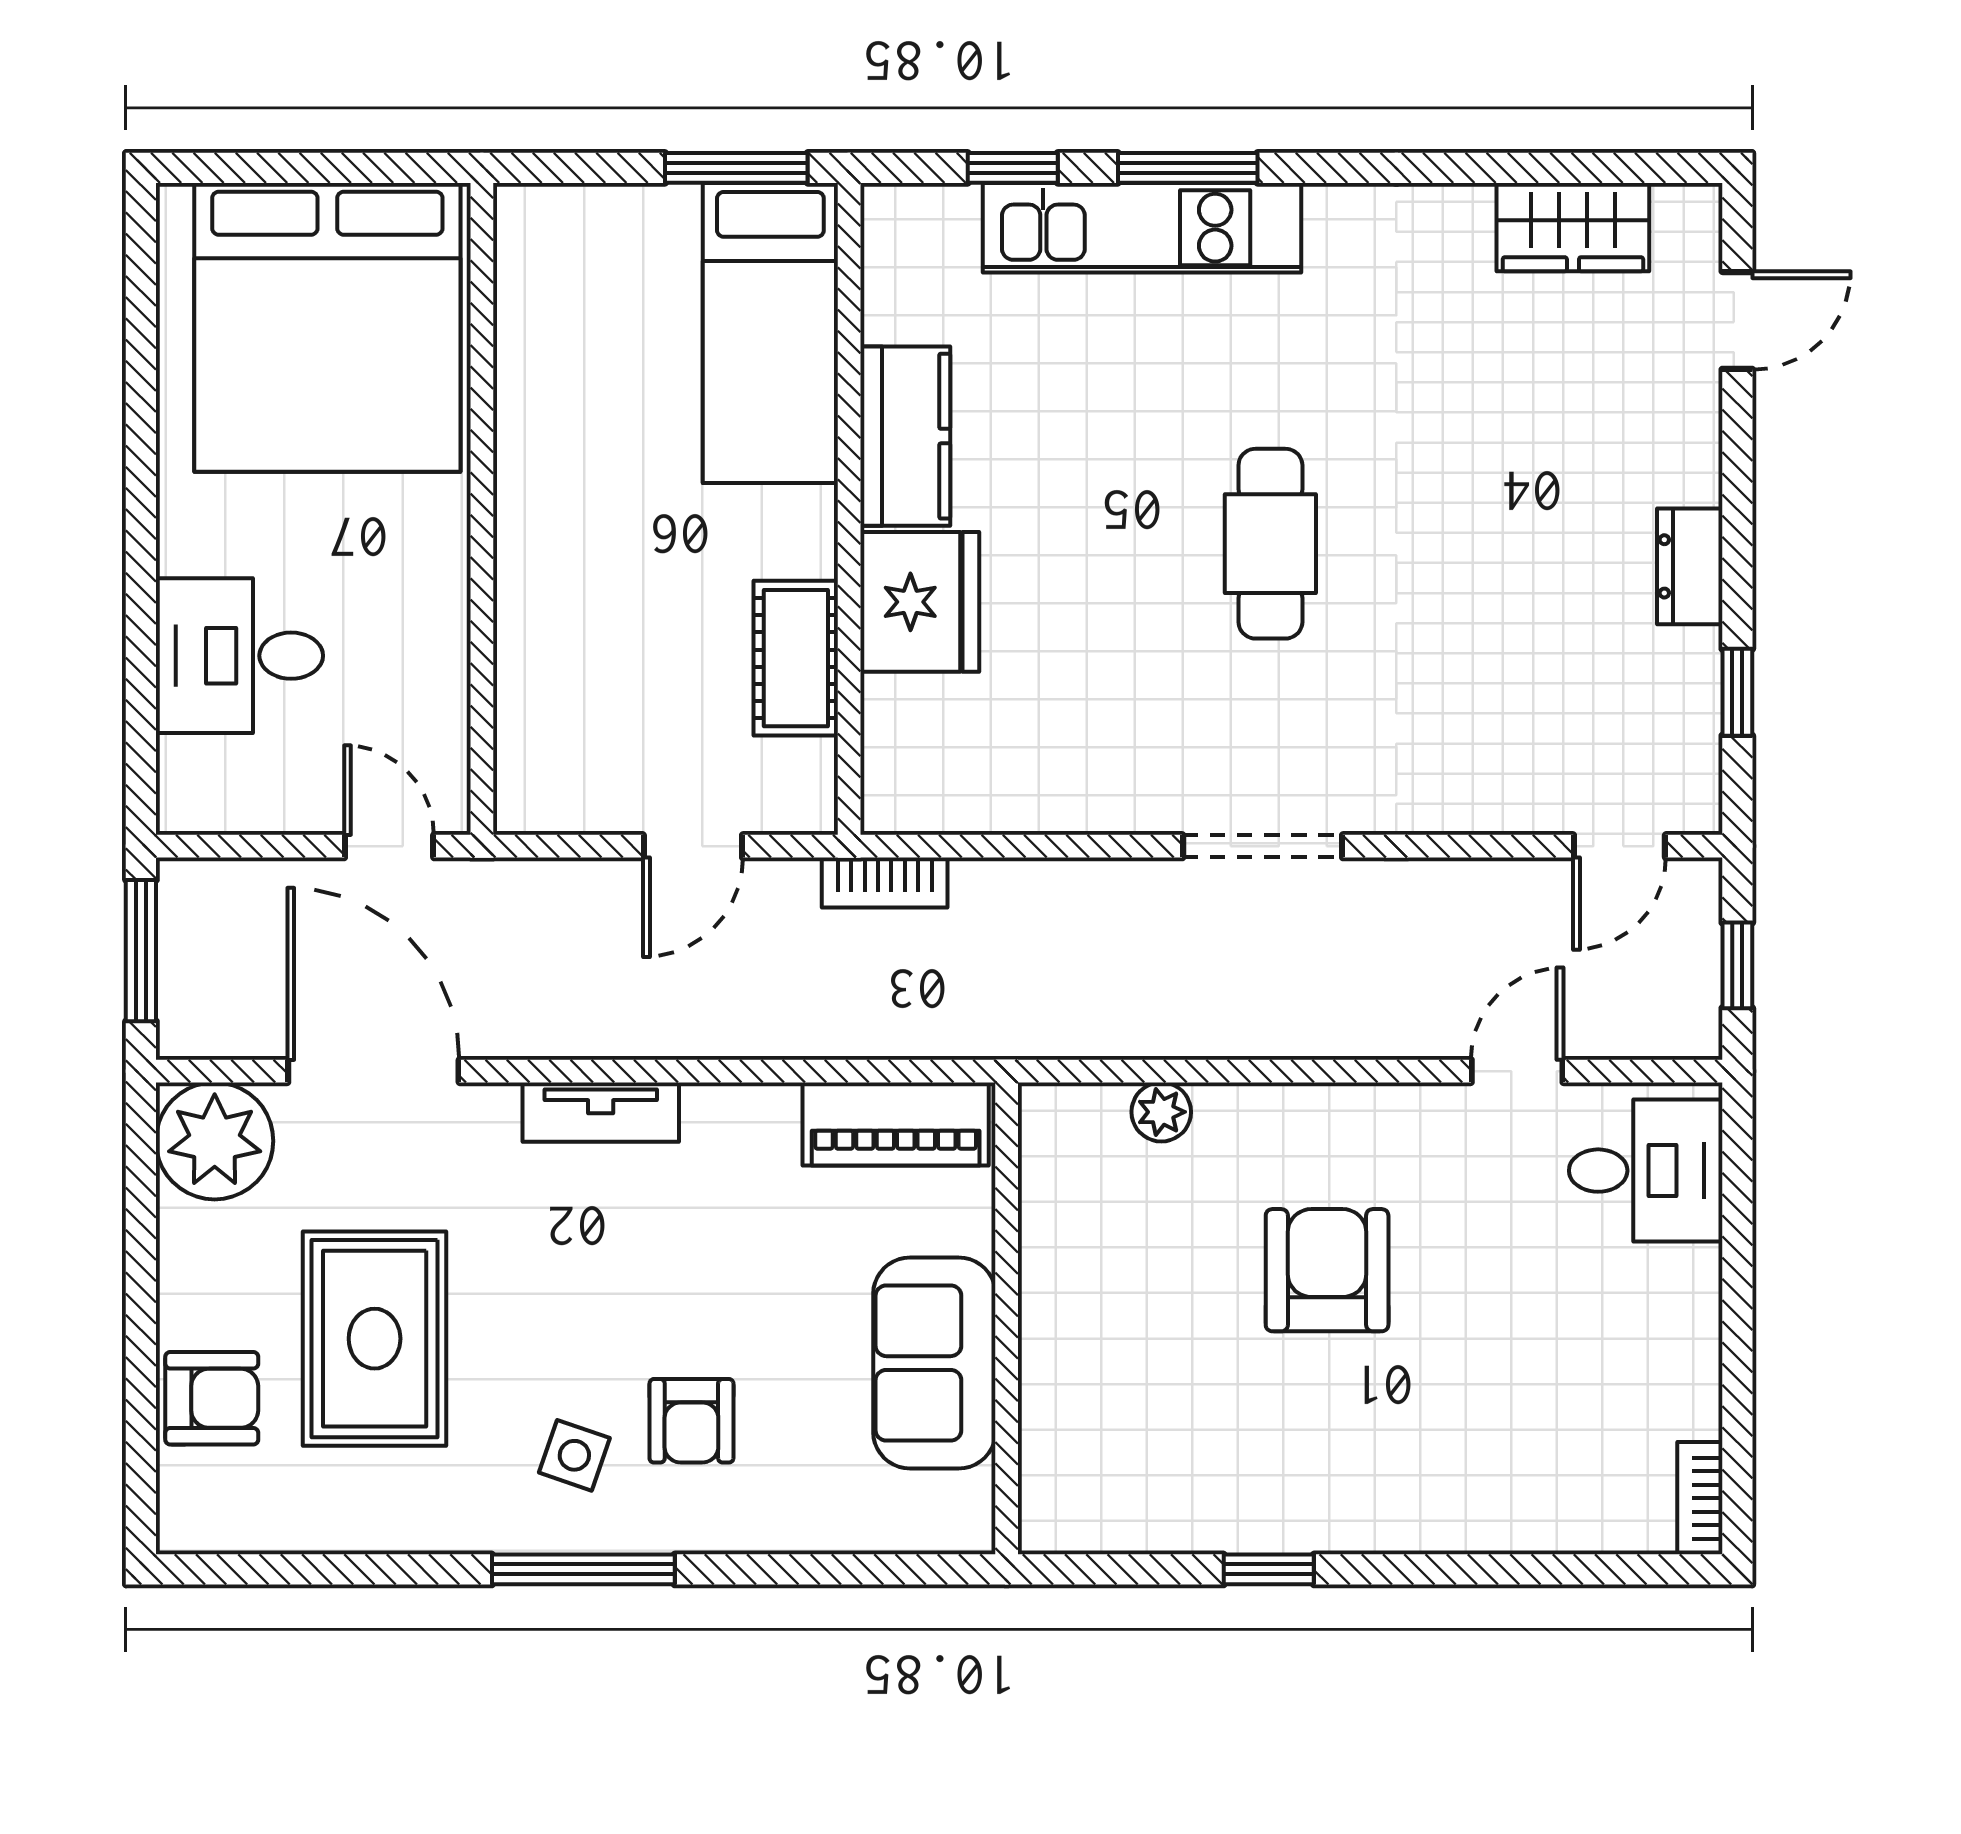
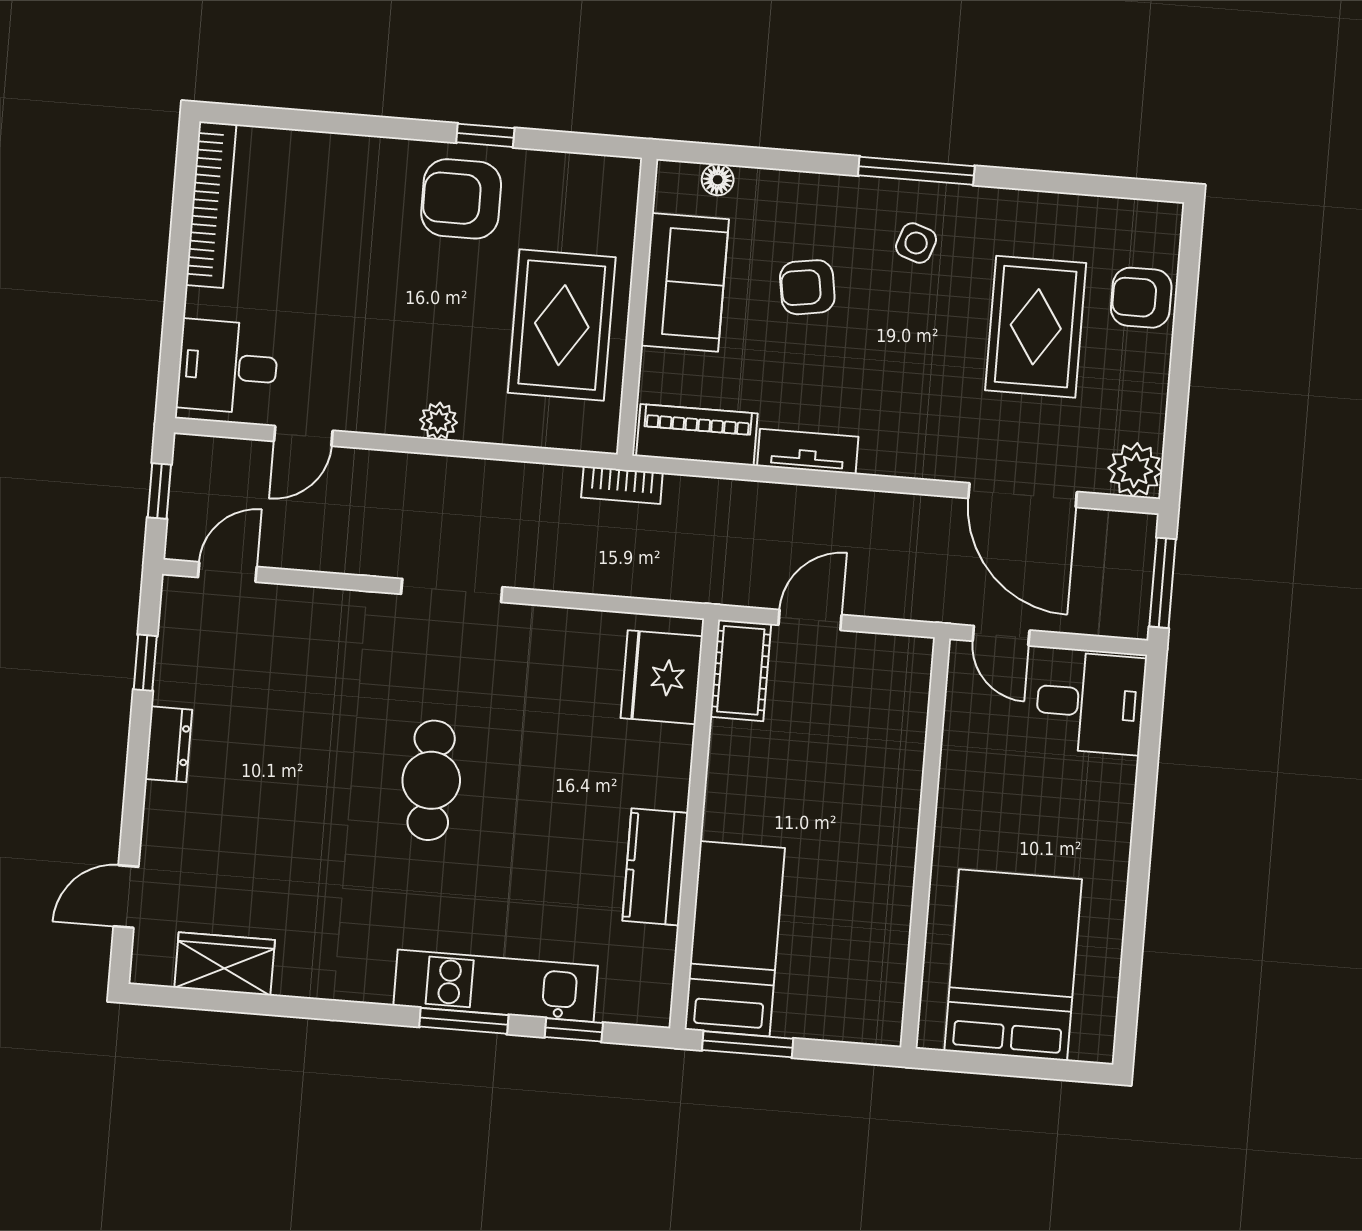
bed: (327, 327) -> (1013, 965), width x0.73
fridge: (920, 602) -> (662, 677), moved
desk: (239, 656) -> (1090, 703), moved
cot: (796, 658) -> (741, 670), moved
bookcase: (885, 883) -> (622, 485), moved, turned 180
tv unit: (601, 1112) -> (808, 451), moved
plant: (1161, 1112) -> (438, 421), moved
plant: (215, 1141) -> (1135, 470), width x0.73, depth x0.73
armchair: (1327, 1270) -> (461, 199), moved, turned 90
rug: (1123, 1280) -> (562, 325), added
armchair: (691, 1421) -> (807, 287), moved, turned -99
bookcase: (1700, 1498) -> (211, 205), width x2.31, depth x1.31
floor lamp: (896, 1530) -> (718, 180), added

